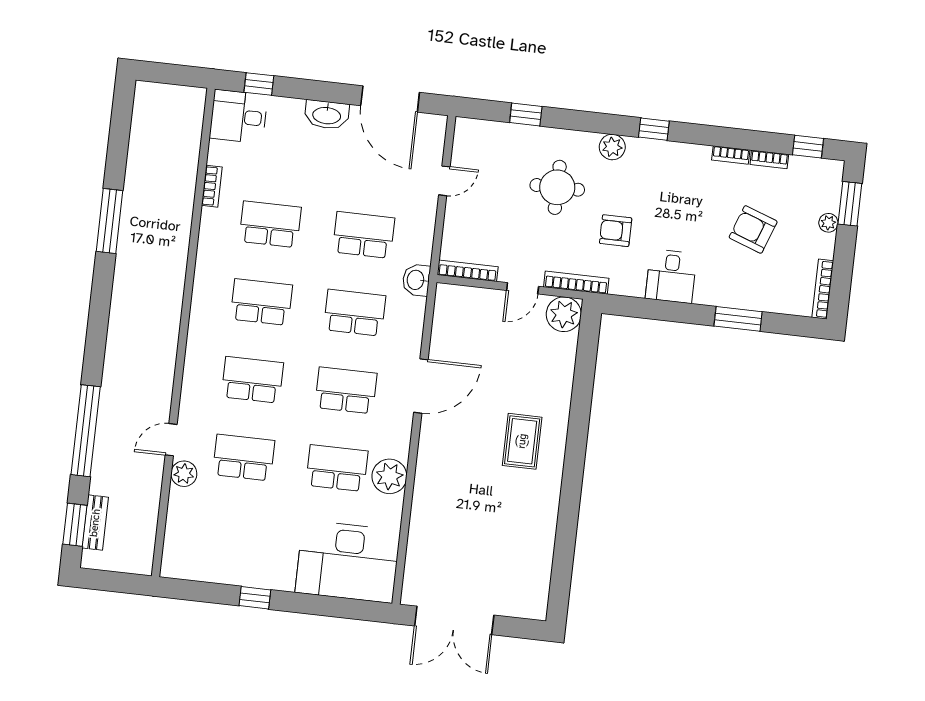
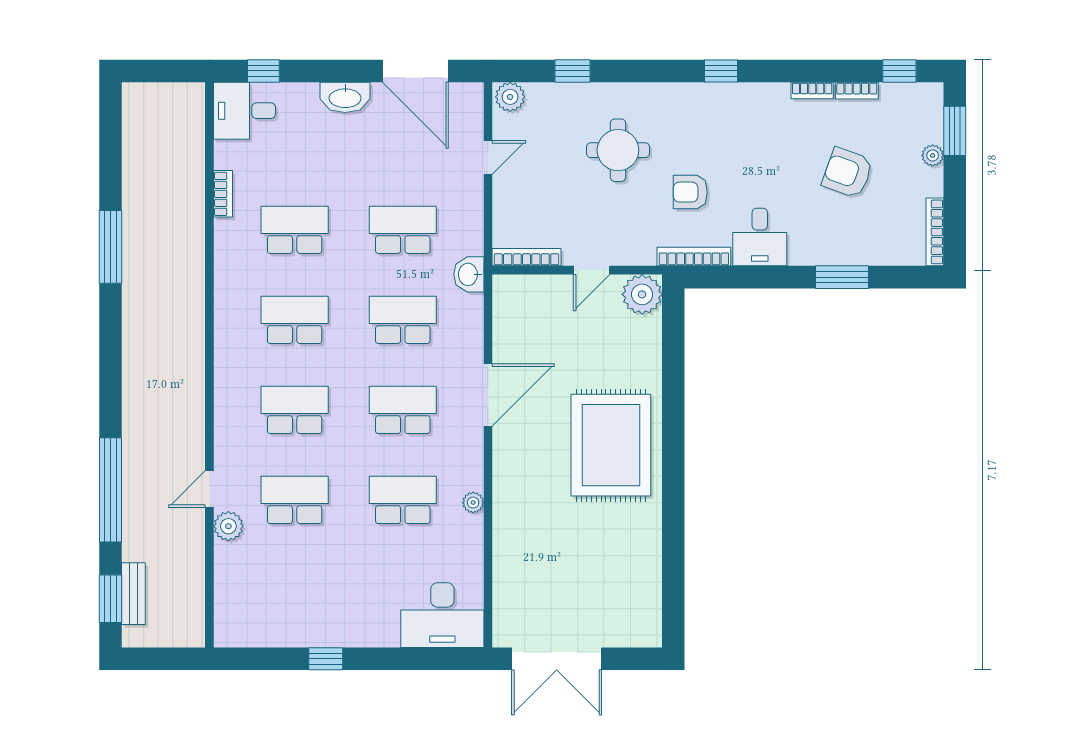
plant: (612, 147) -> (510, 97), moved
bookcase: (576, 283) -> (694, 257), moved
rug: (522, 441) -> (611, 445), width x1.86, depth x2.06
plant: (389, 476) -> (473, 503), width x0.53, depth x0.53
desk: (348, 562) -> (442, 615), width x0.73, depth x0.77

